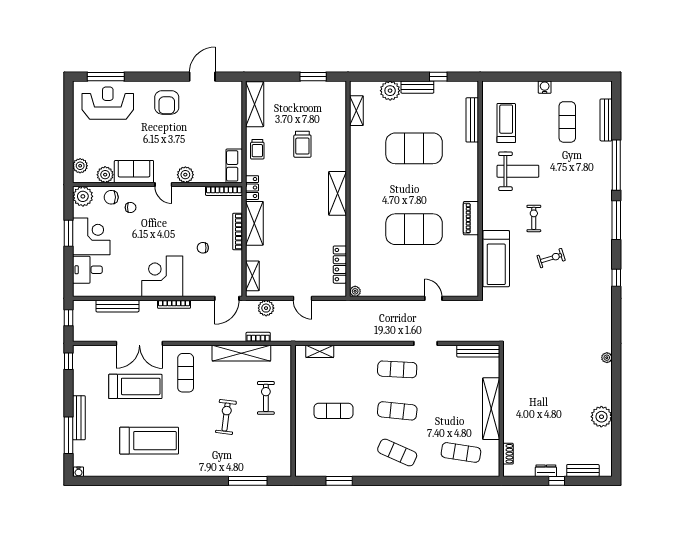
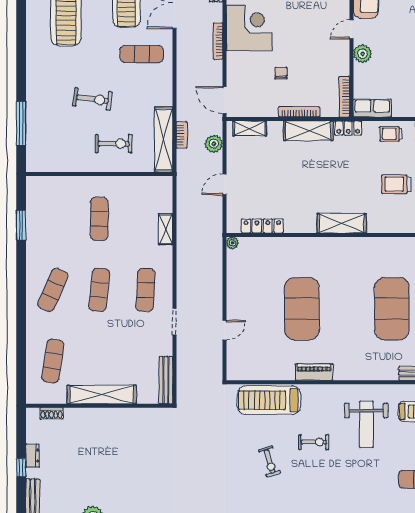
shelving: (320, 351) -> (166, 229), moved
shelving: (241, 353) -> (164, 139), moved

